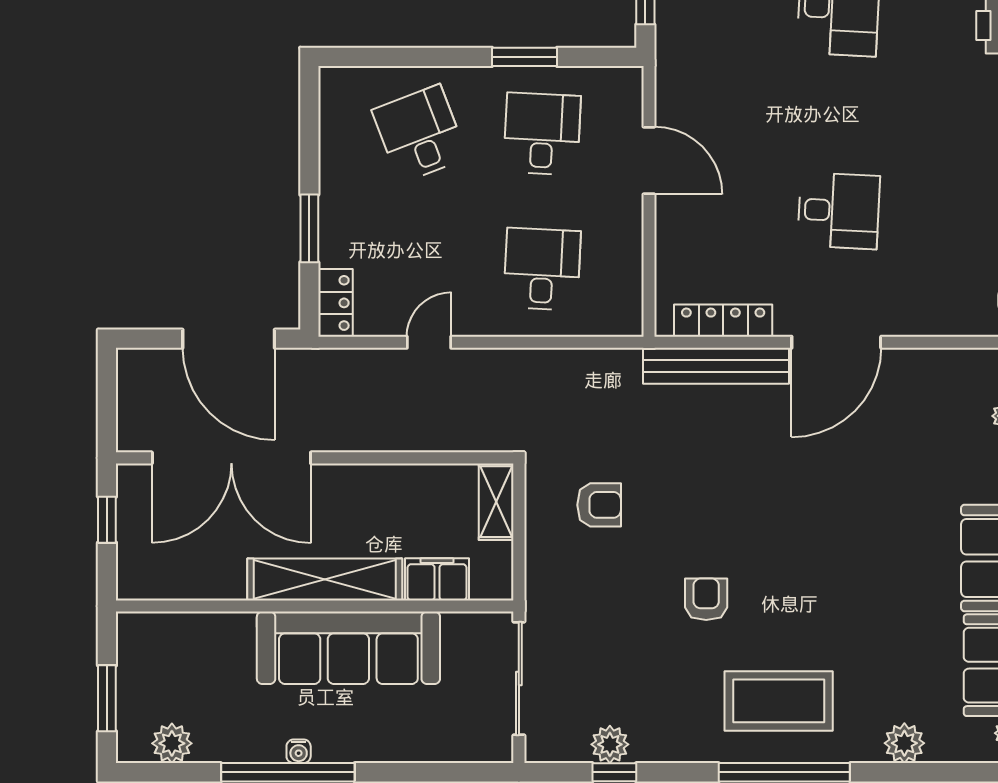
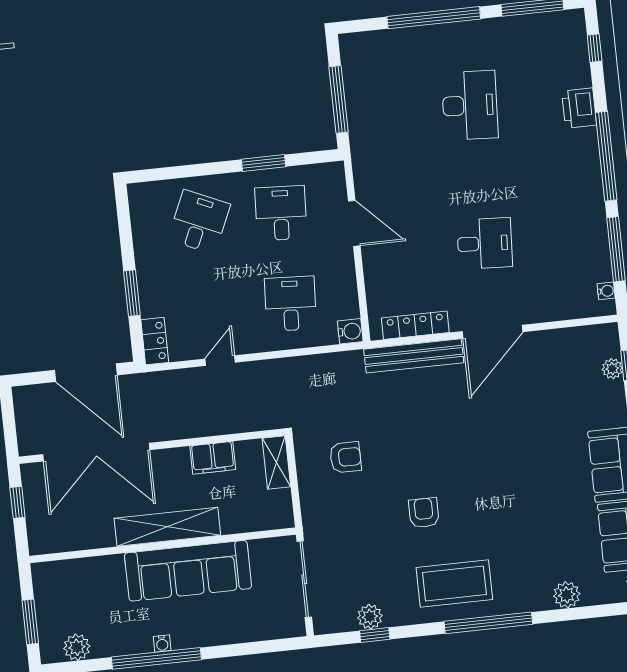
desk: (420, 134) -> (199, 222), turned 45
water cooler: (626, 319) -> (350, 331), added
filing cabinet: (437, 579) -> (213, 458), moved, turned 180
coffee table: (779, 701) -> (454, 583), moved

